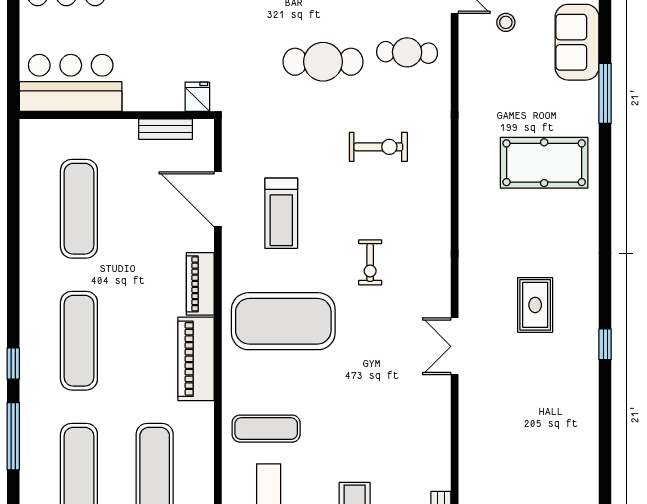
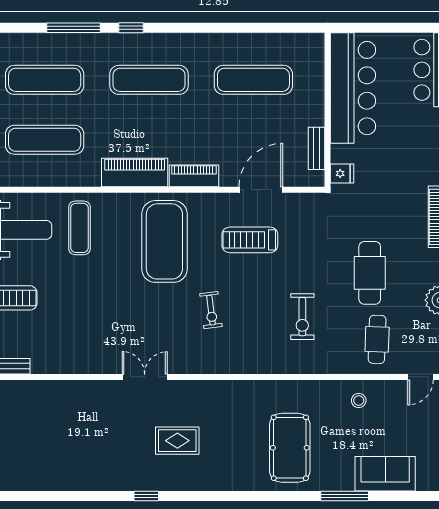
stool: (506, 22) -> (359, 401), moved
bar counter: (71, 83) -> (353, 88), width x1.36
exercise bike: (370, 262) -> (211, 310), turned -97

